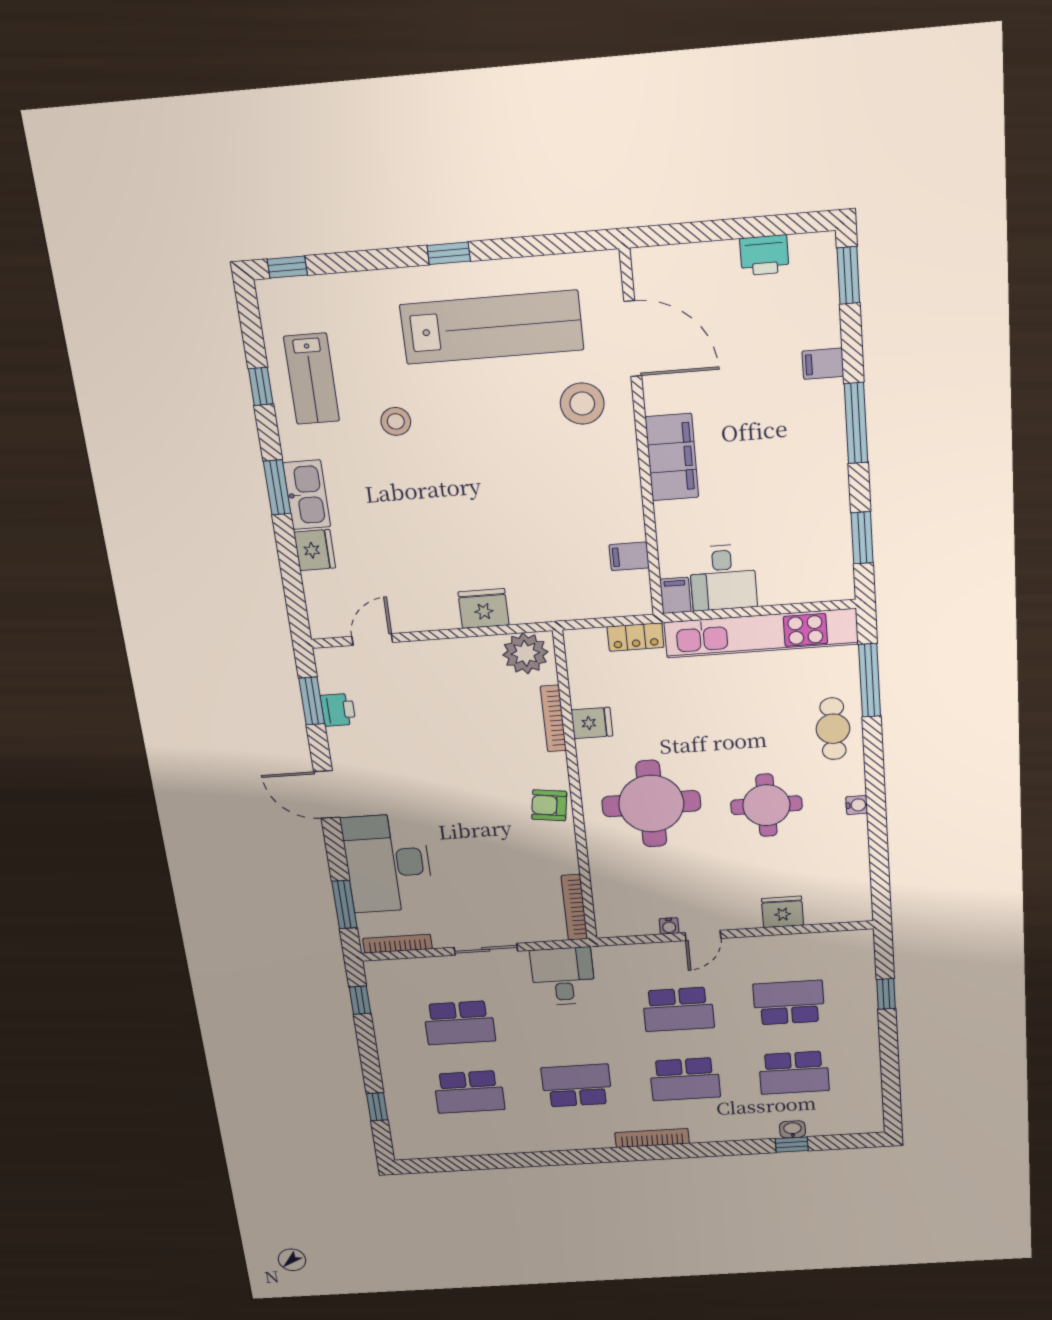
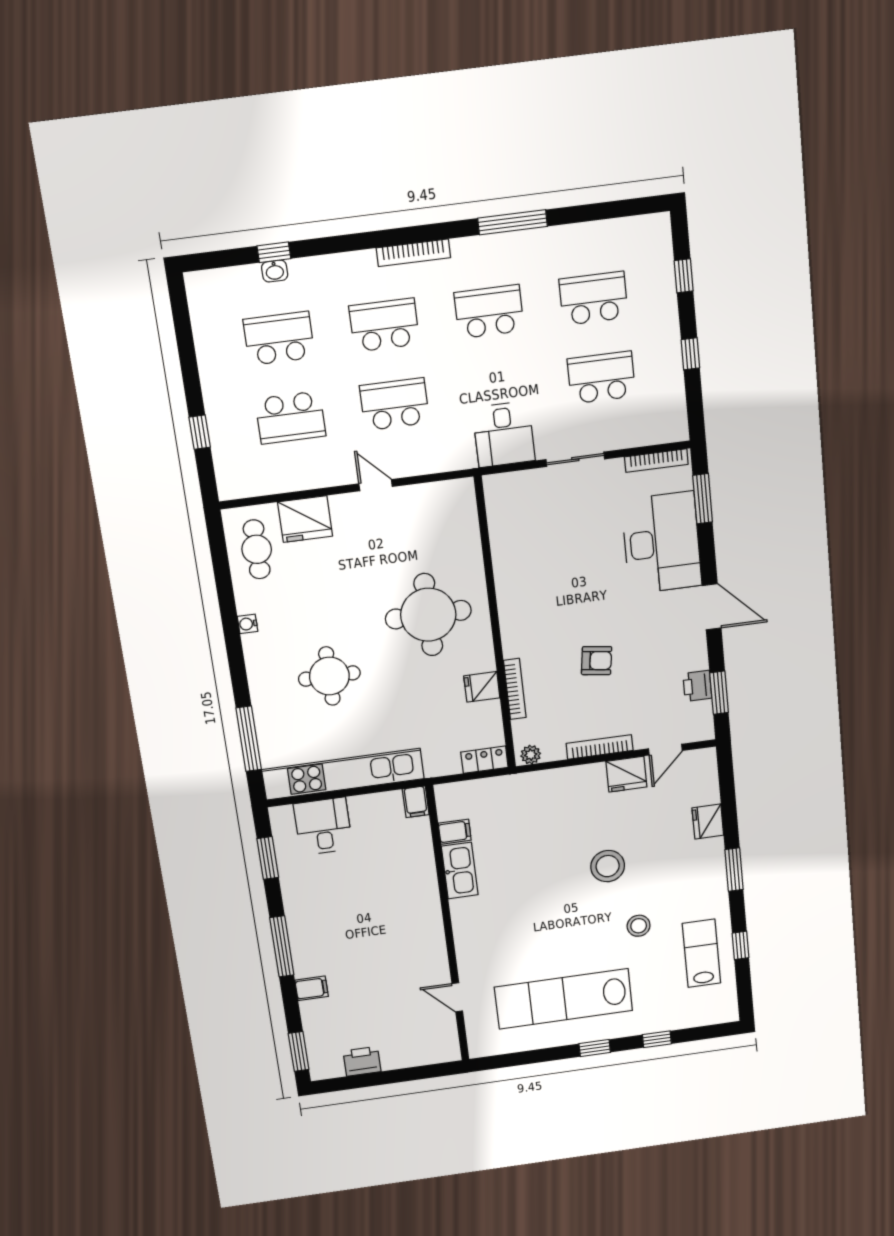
window: (287, 267) -> (657, 1039), moved
door: (633, 339) -> (457, 997), width x0.53
stool: (582, 404) -> (608, 866), moved
filing cabinet: (672, 457) -> (424, 912), removed
kitchen sink: (307, 495) -> (460, 871), moved, turned 180
desk: (723, 578) -> (323, 826), moved
fridge: (484, 608) -> (626, 774), moved
locker: (635, 637) -> (484, 760), moved
plant: (525, 653) -> (531, 755), width x0.53, depth x0.53
cafe table: (833, 729) -> (257, 549), moved
armchair: (549, 805) -> (597, 661), moved
round table: (766, 805) -> (329, 676), moved
bookcase: (574, 907) -> (600, 747), moved, turned -90
fridge: (782, 912) -> (305, 519), width x1.36, depth x1.34
water cooler: (669, 926) -> (407, 493), removed
door: (703, 935) -> (376, 485), hinge flipped
window: (360, 1000) -> (690, 354), moved
school desk: (577, 1086) -> (489, 312), turned 180
window: (552, 1158) -> (513, 222), added

